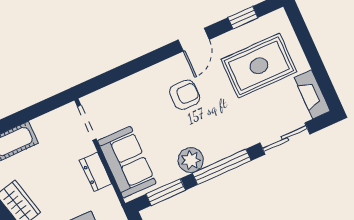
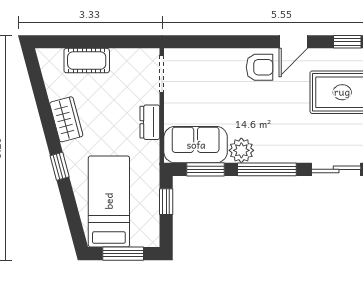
armchair: (185, 95) -> (260, 67), moved
sofa: (127, 162) -> (196, 145), moved, turned -90

